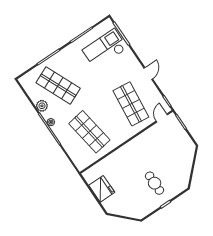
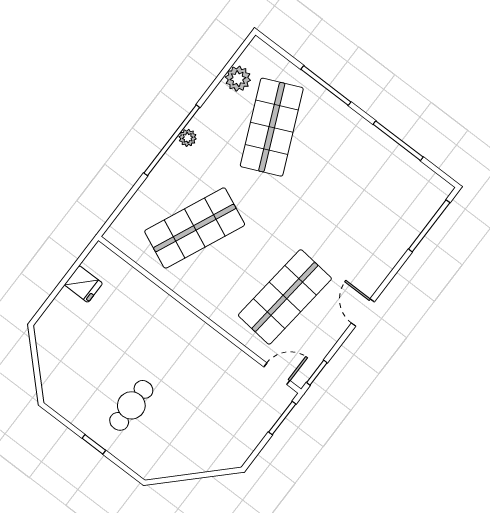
checkout: (105, 49) -> (384, 201), removed
door: (148, 73) -> (363, 313), swing flipped
plant: (42, 106) -> (238, 79), moved
shop shelf: (89, 132) -> (195, 228), turned 33
fridge: (102, 189) -> (83, 284), width x0.53, depth x0.75

